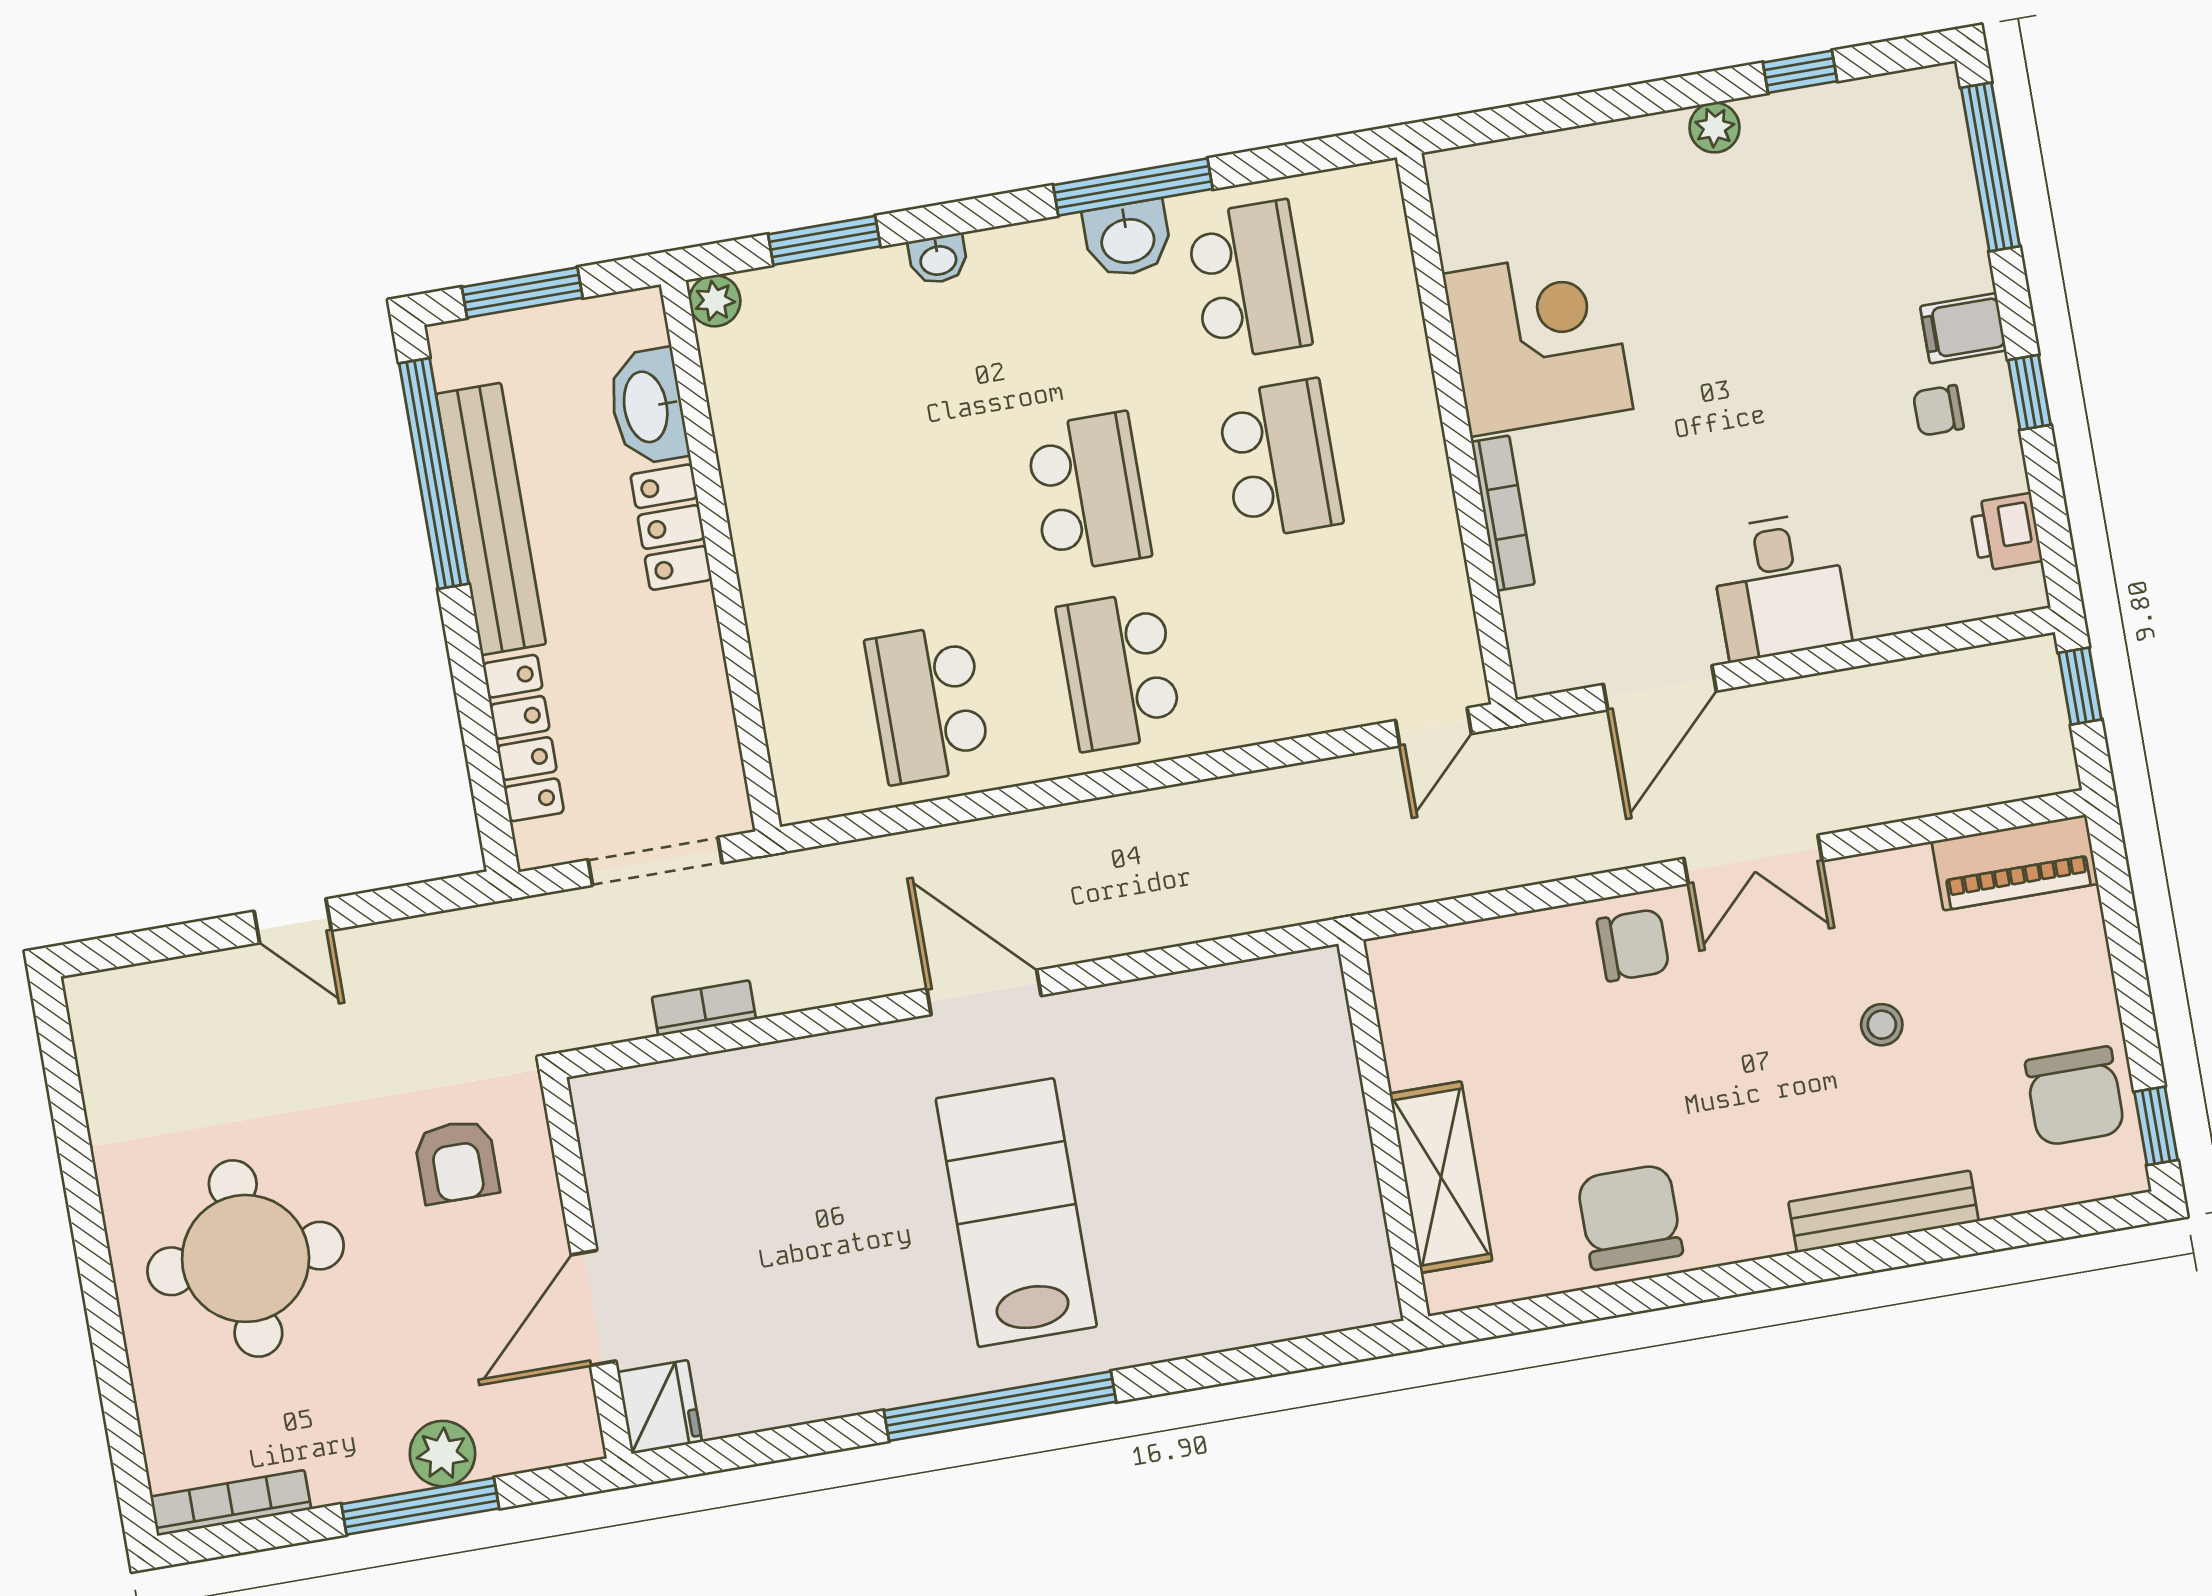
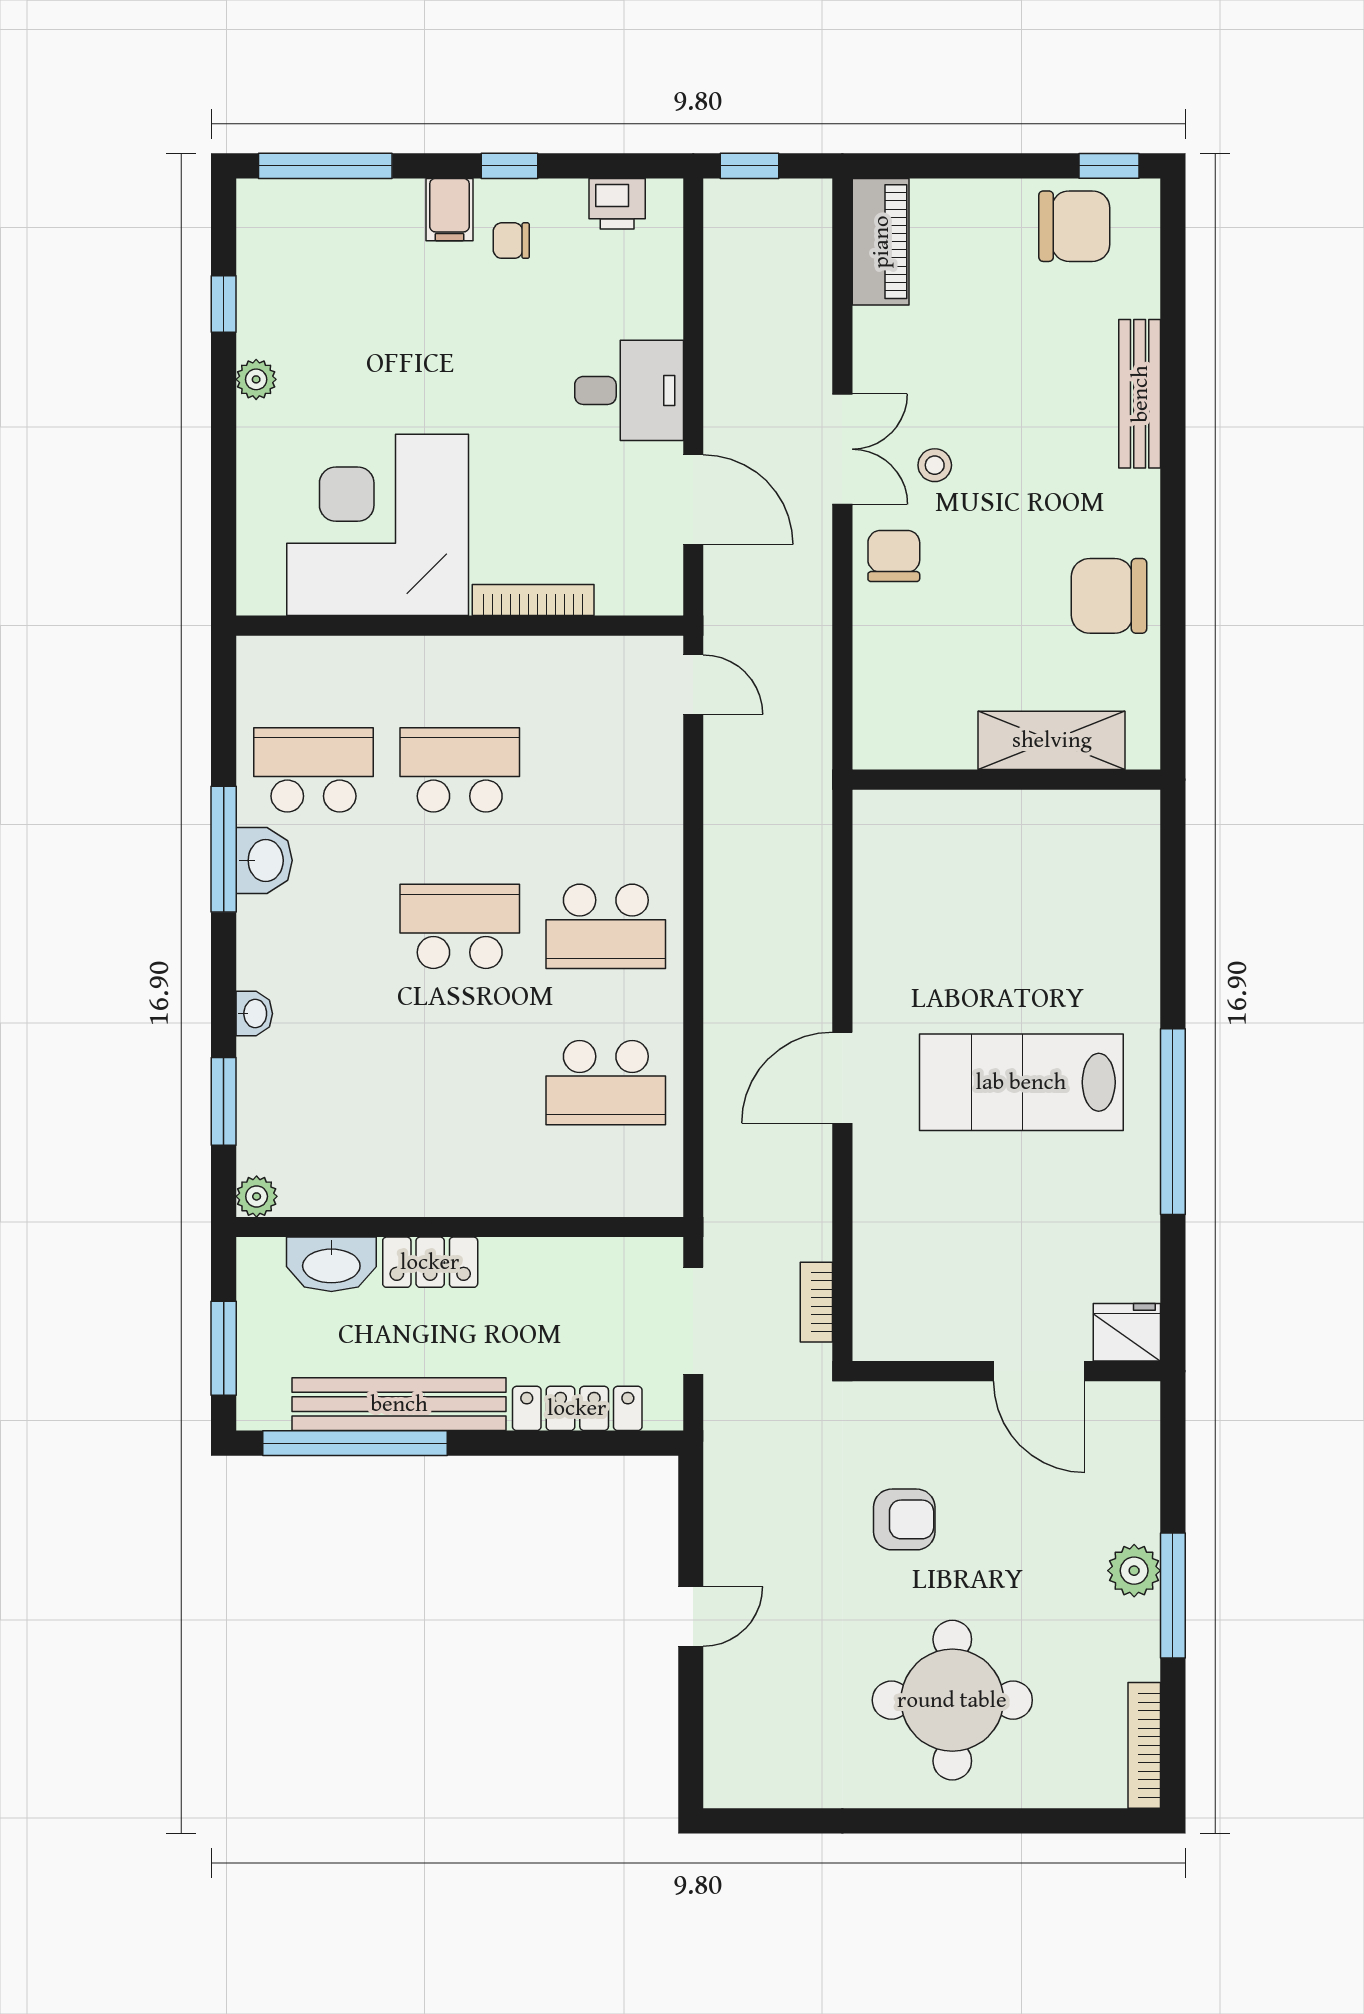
corner desk: (1538, 341) -> (378, 525), width x1.36, depth x1.36
chair: (1938, 410) -> (511, 241), turned 90
stool: (1882, 1025) -> (935, 465), moved
wall: (587, 1268) -> (1006, 1371), moved
door: (594, 1308) -> (1039, 1371), moved
fridge: (660, 1407) -> (1127, 1332), moved

